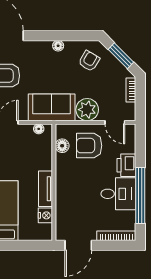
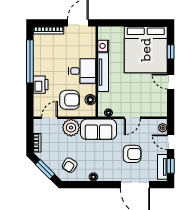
door: (115, 122) -> (50, 118), hinge flipped
tv unit: (45, 189) -> (103, 72), width x1.41
desk: (118, 194) -> (82, 71), moved, turned 180

